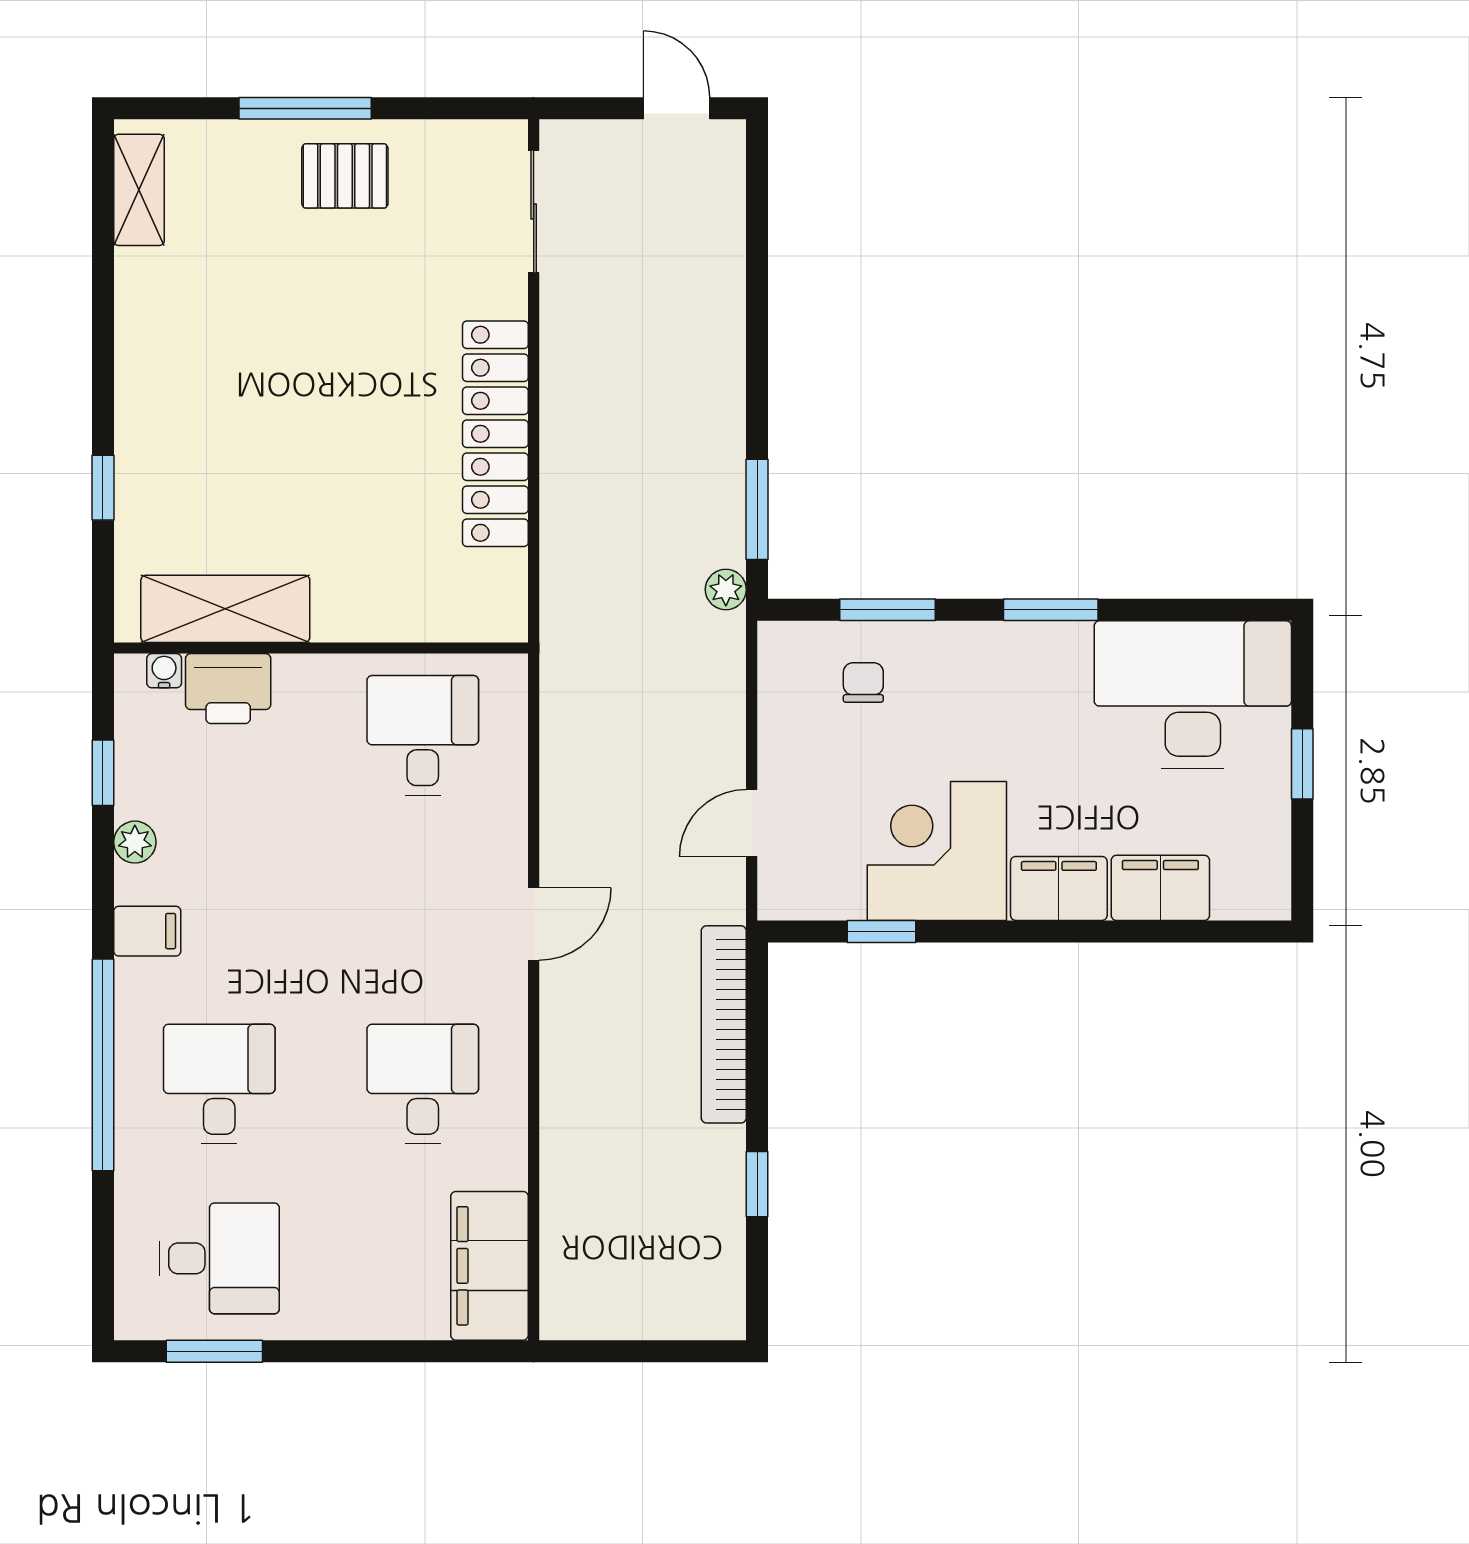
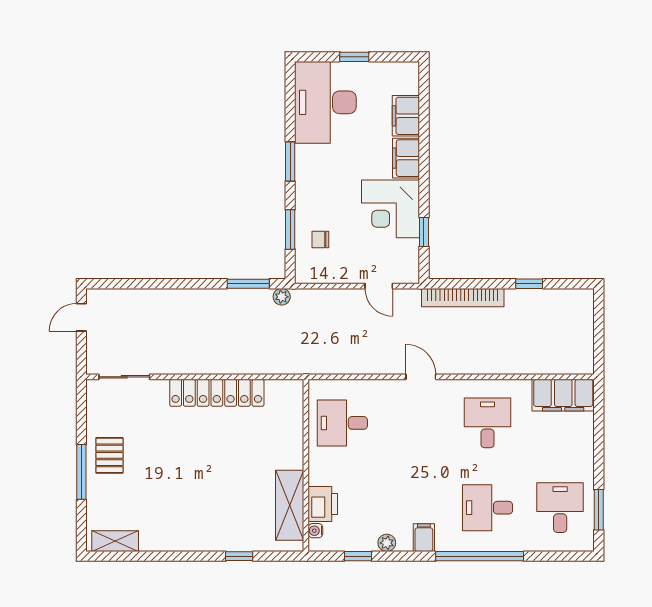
desk: (423, 1084) -> (488, 423), turned 90

